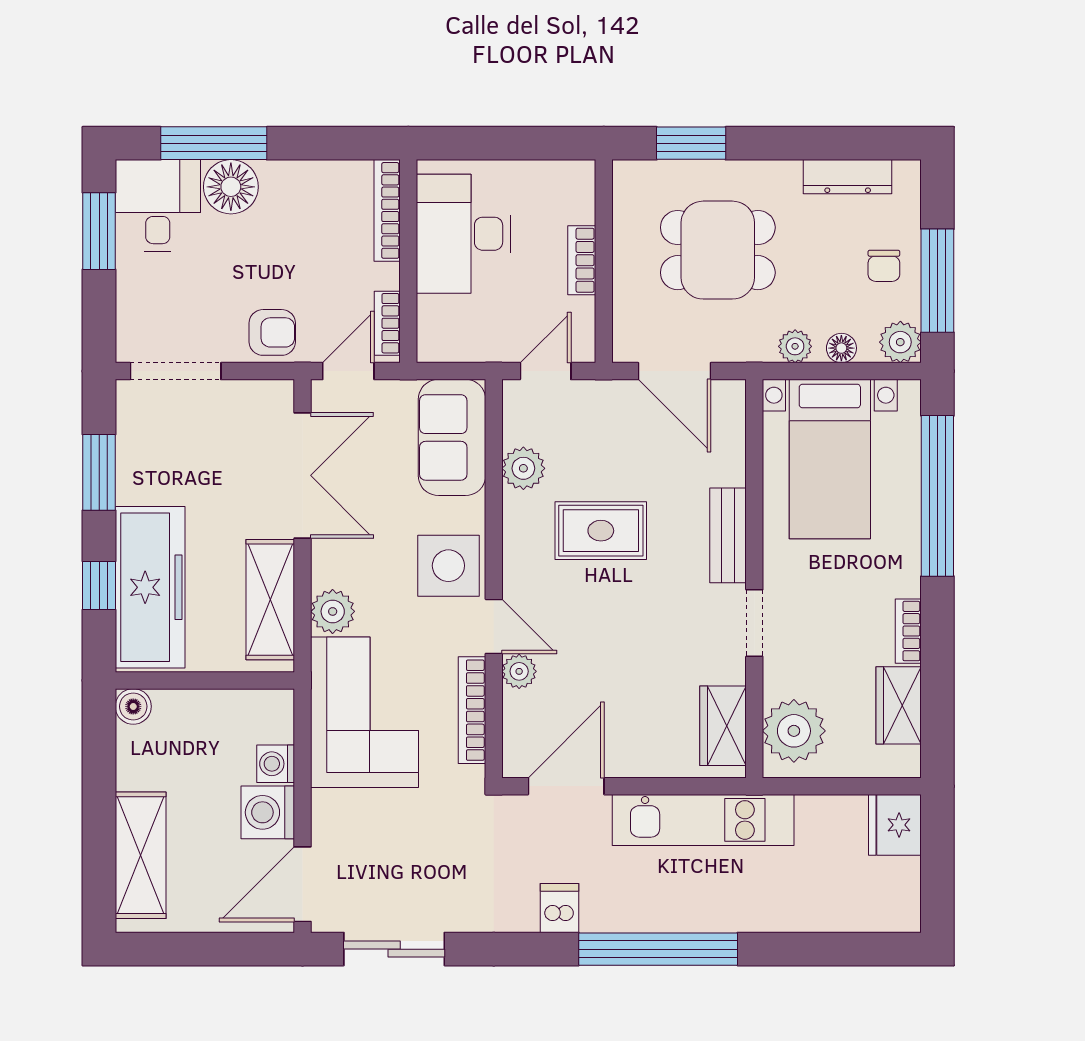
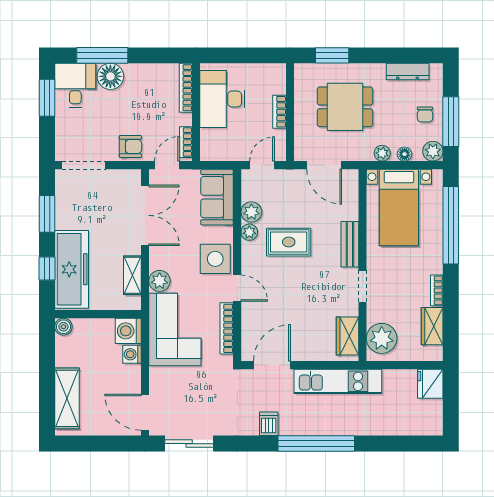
shelving: (270, 600) -> (132, 275), width x0.67, depth x0.75
plant: (519, 671) -> (249, 232), moved
washing machine: (268, 812) -> (128, 331), moved
door: (303, 884) -> (145, 412), hinge flipped

